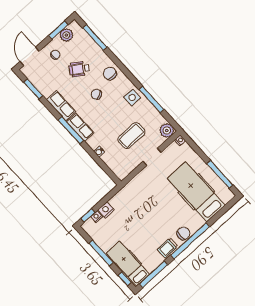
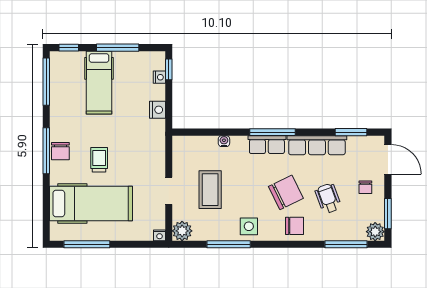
plant: (66, 35) -> (375, 232), moved
wheelchair: (79, 69) -> (328, 198), turned -54
chair: (96, 94) -> (286, 192), width x1.87, depth x1.87
row of seats: (61, 106) -> (317, 145), width x1.48
nightstand: (106, 210) -> (157, 110), moved
window: (190, 241) -> (46, 151), width x0.68
trolley: (168, 248) -> (99, 160), moved
hospital bed: (128, 264) -> (99, 83), moved, turned 90

